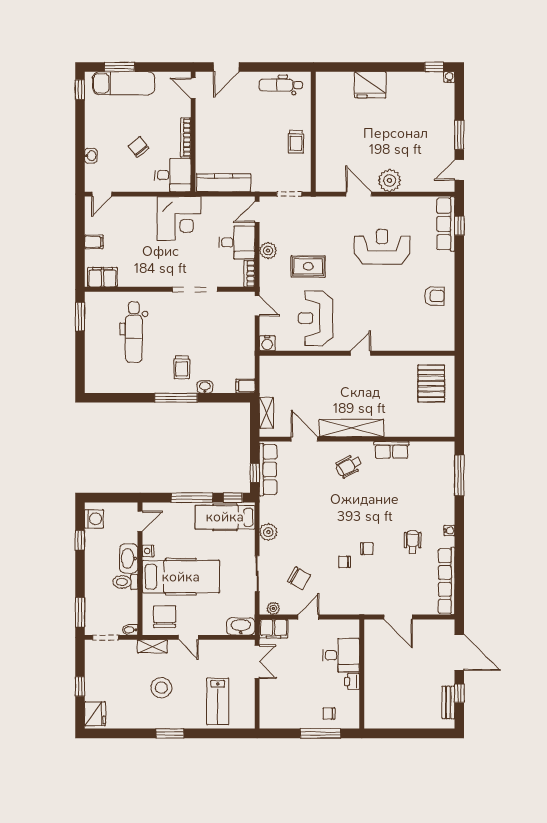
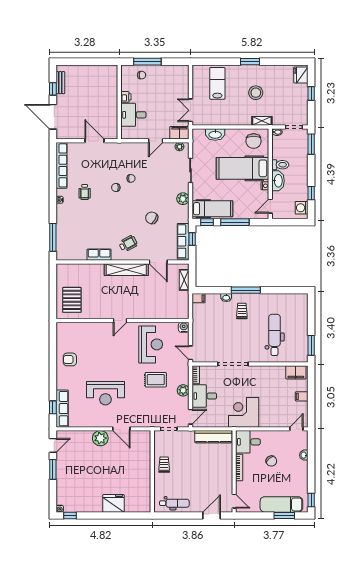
chair: (299, 578) -> (152, 218), moved
washbasin: (241, 626) -> (215, 134), moved
door: (188, 637) -> (237, 127), removed

